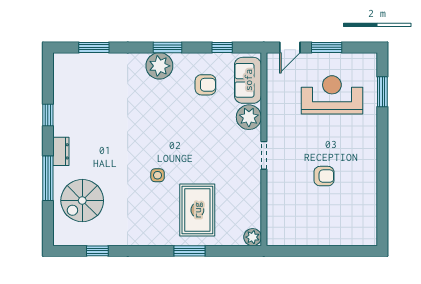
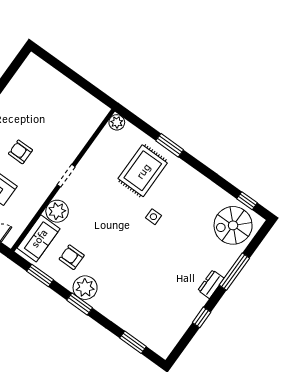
window: (222, 47) -> (40, 276), width x1.50
plant: (159, 66) -> (85, 288), moved
armchair: (324, 176) -> (20, 152), moved
spiral stairs: (82, 201) -> (233, 225), moved, turned 180
window: (97, 251) -> (247, 201), moved

